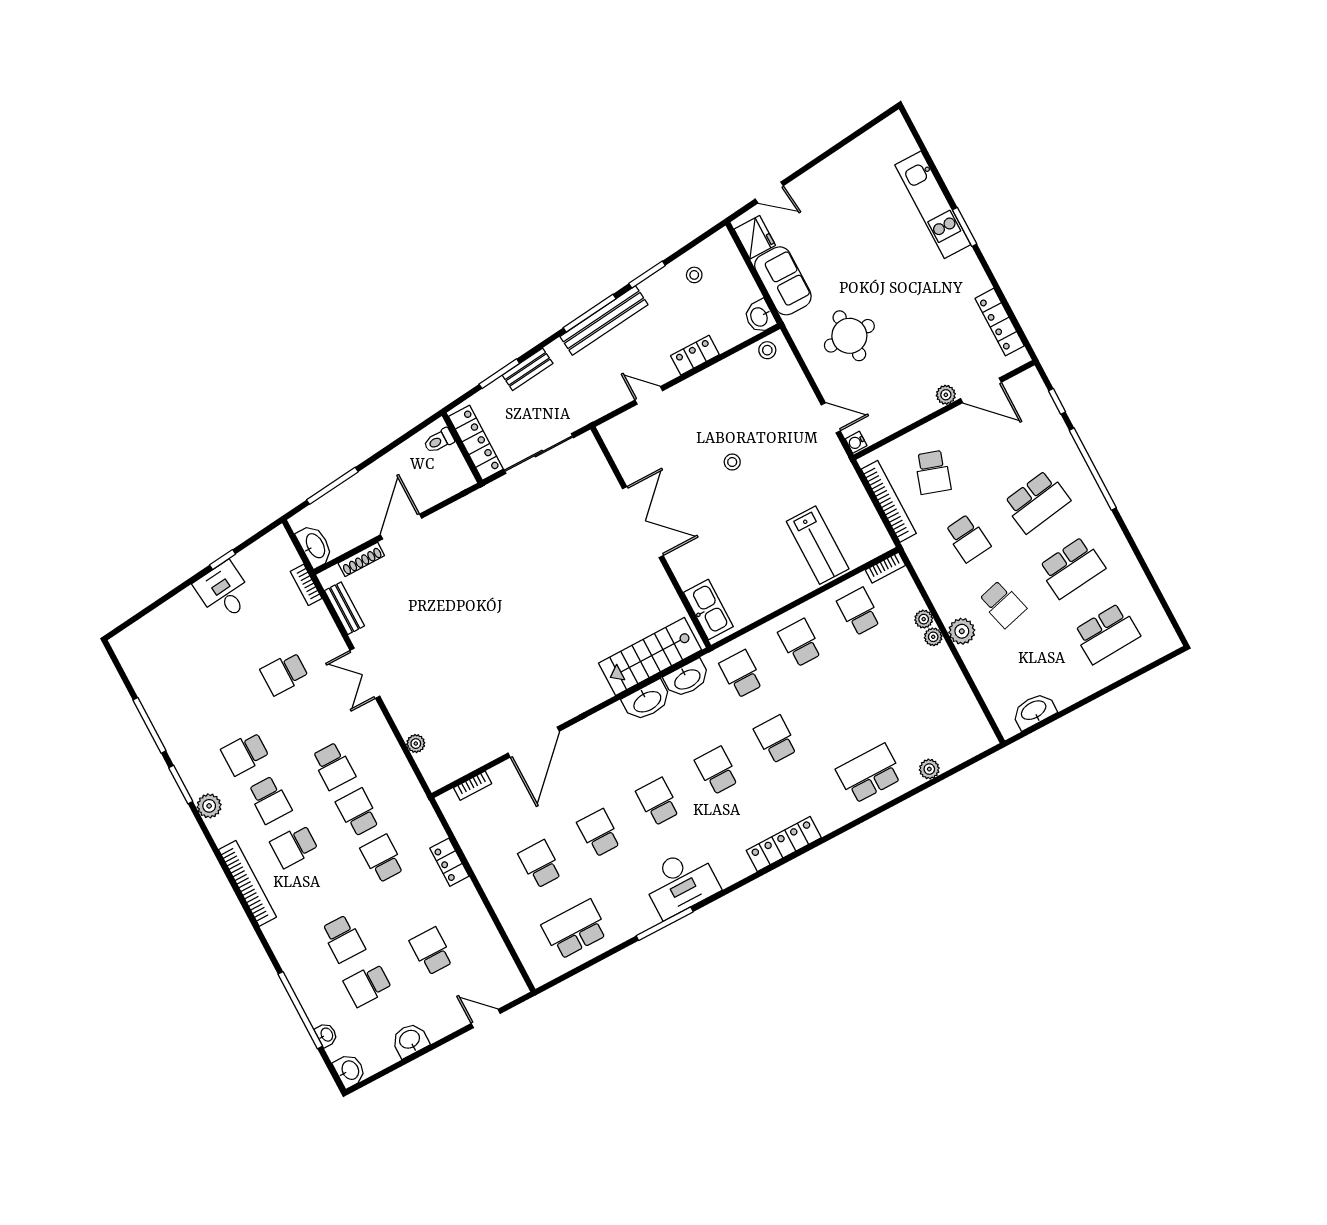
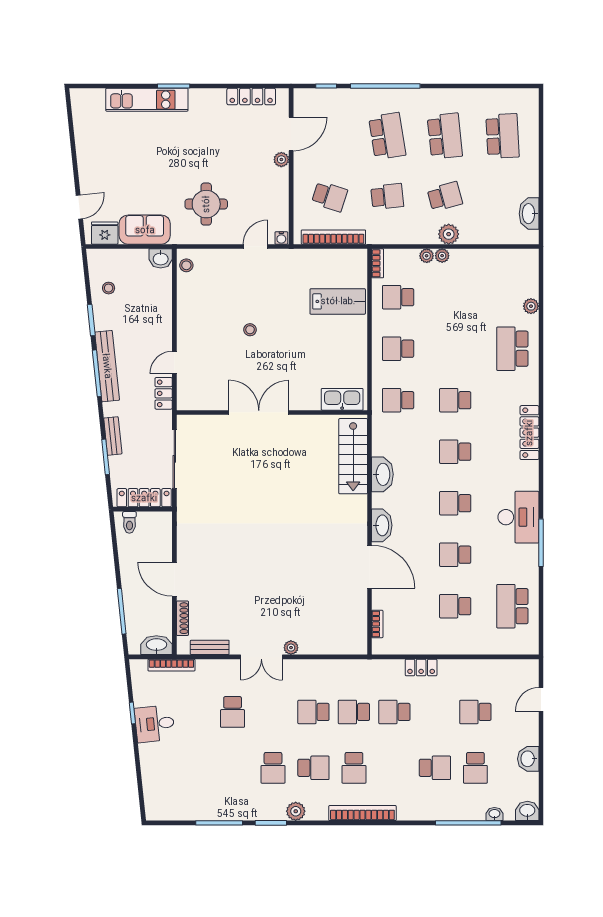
locker: (695, 355) -> (164, 393), moved
bookcase: (306, 585) -> (171, 665), width x1.56
washbasin: (687, 679) -> (382, 525), moved
plant: (416, 744) -> (291, 648), moved
school desk: (333, 766) -> (313, 712), turned 180

